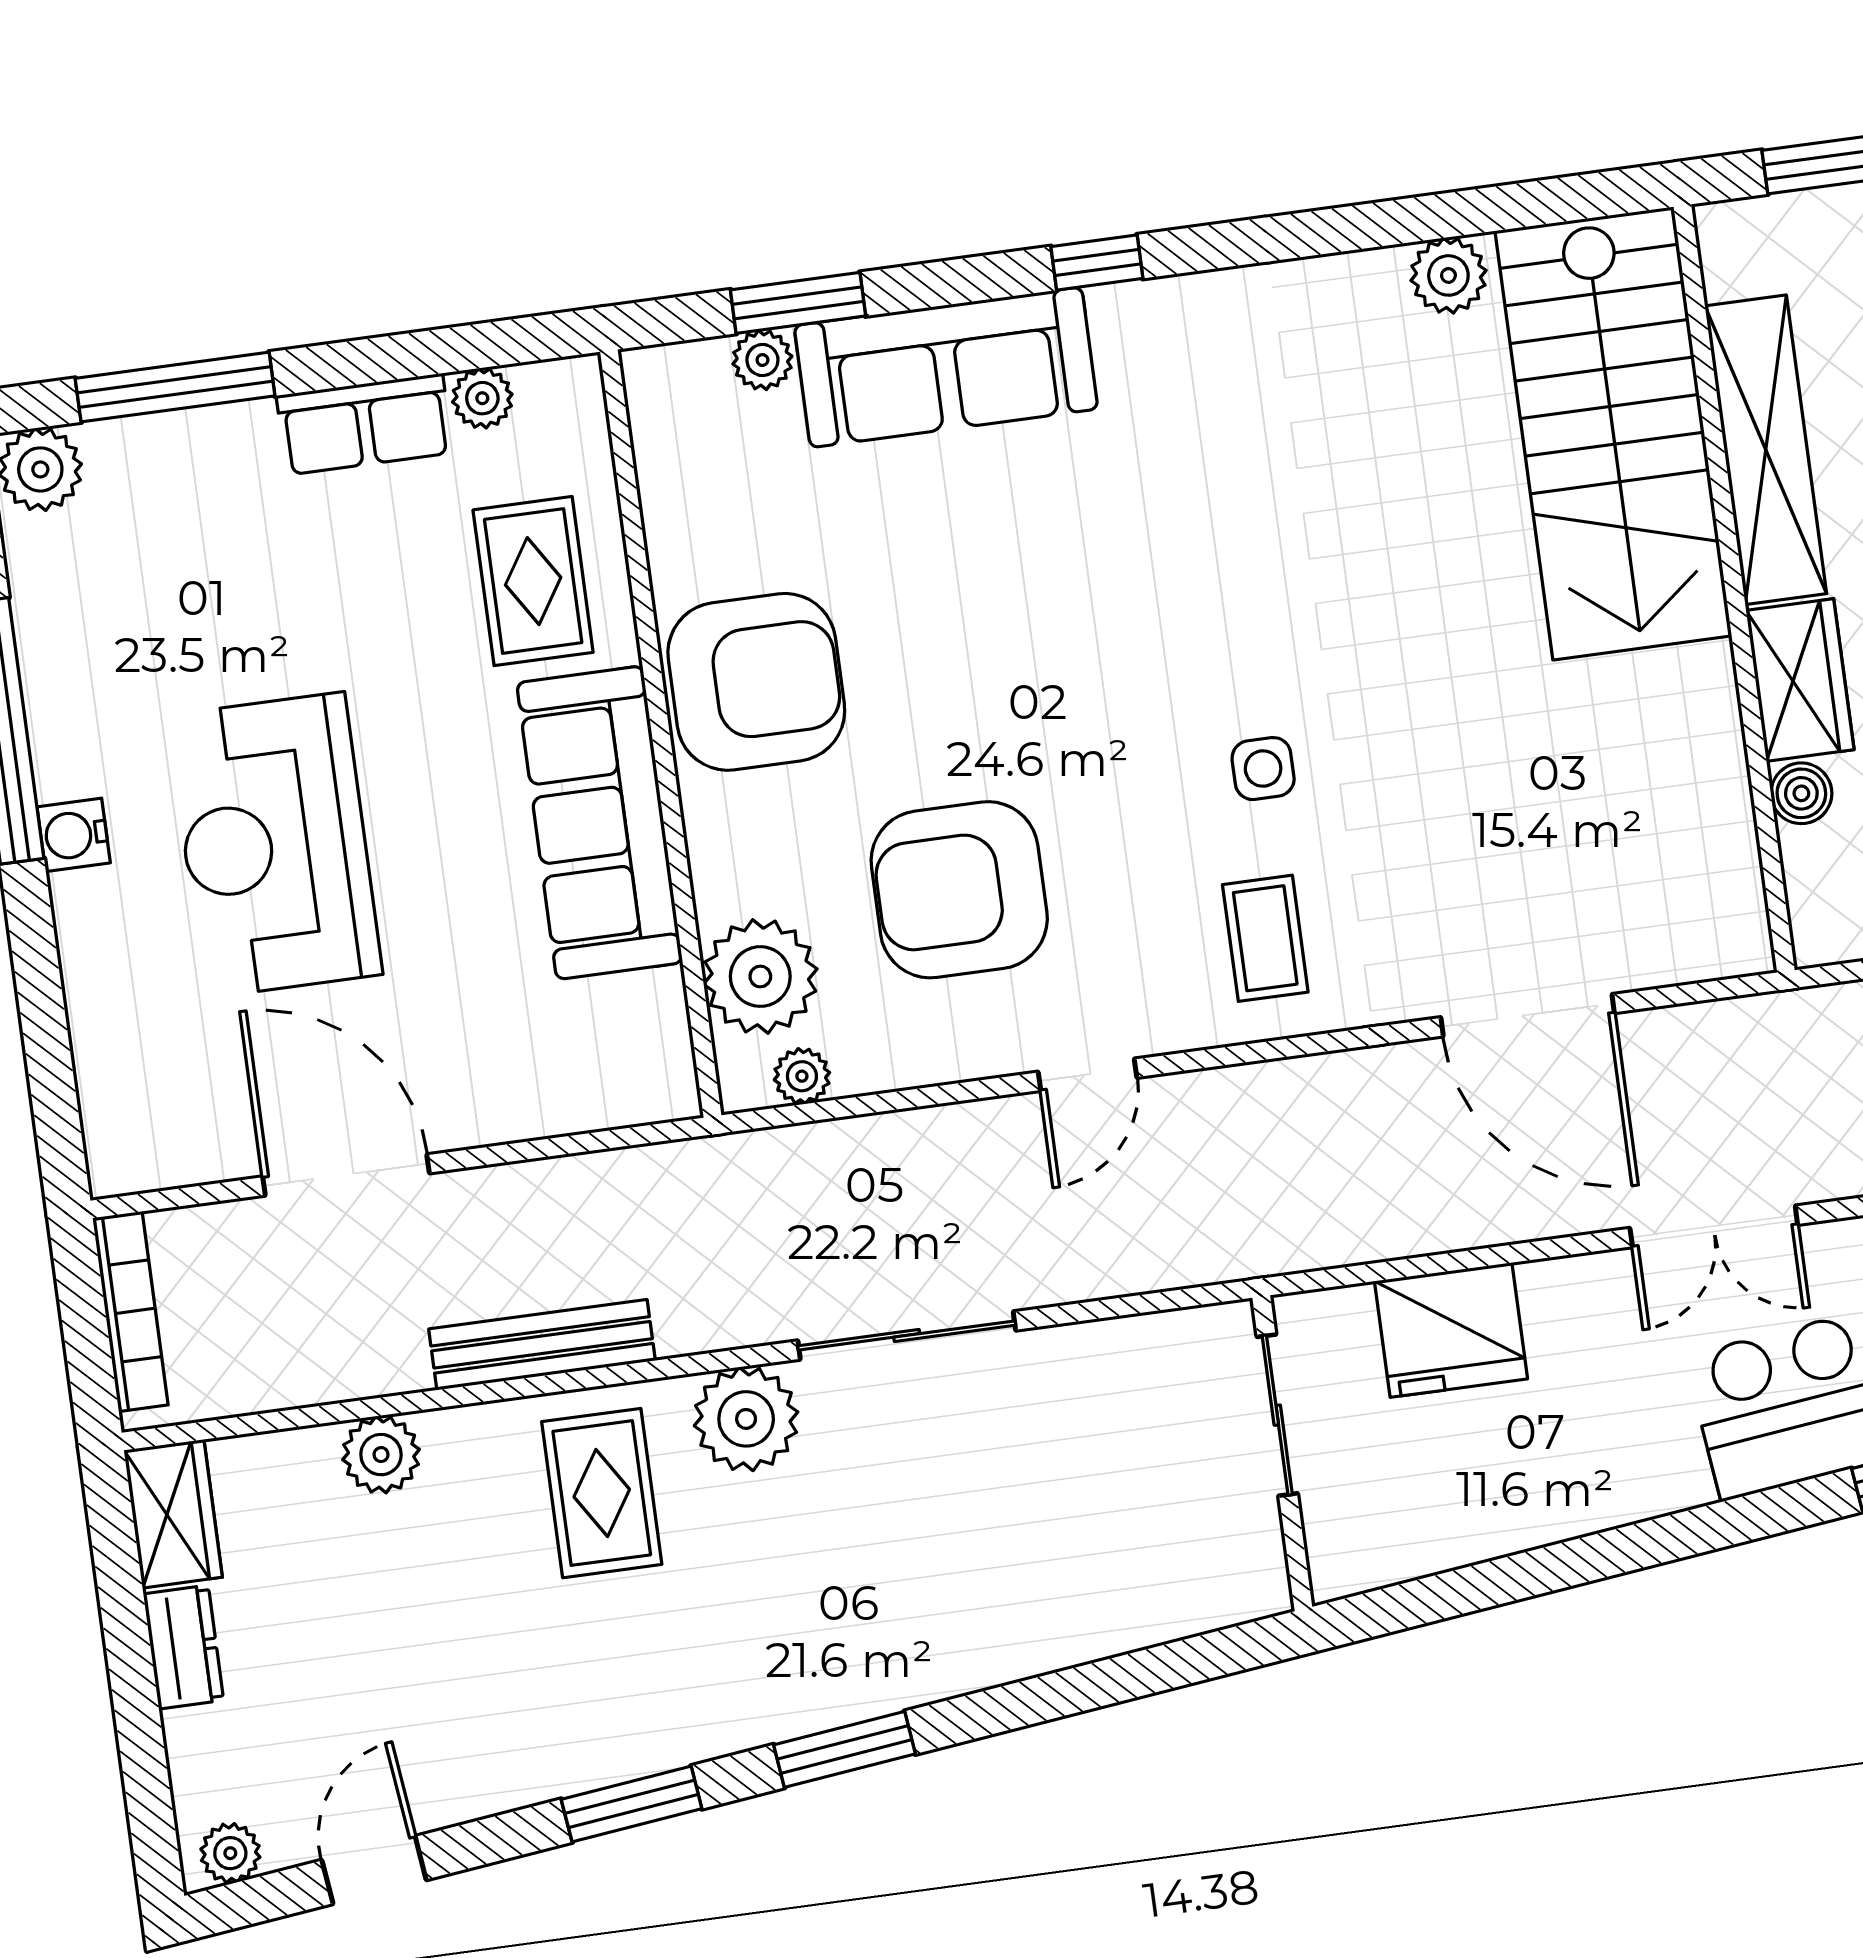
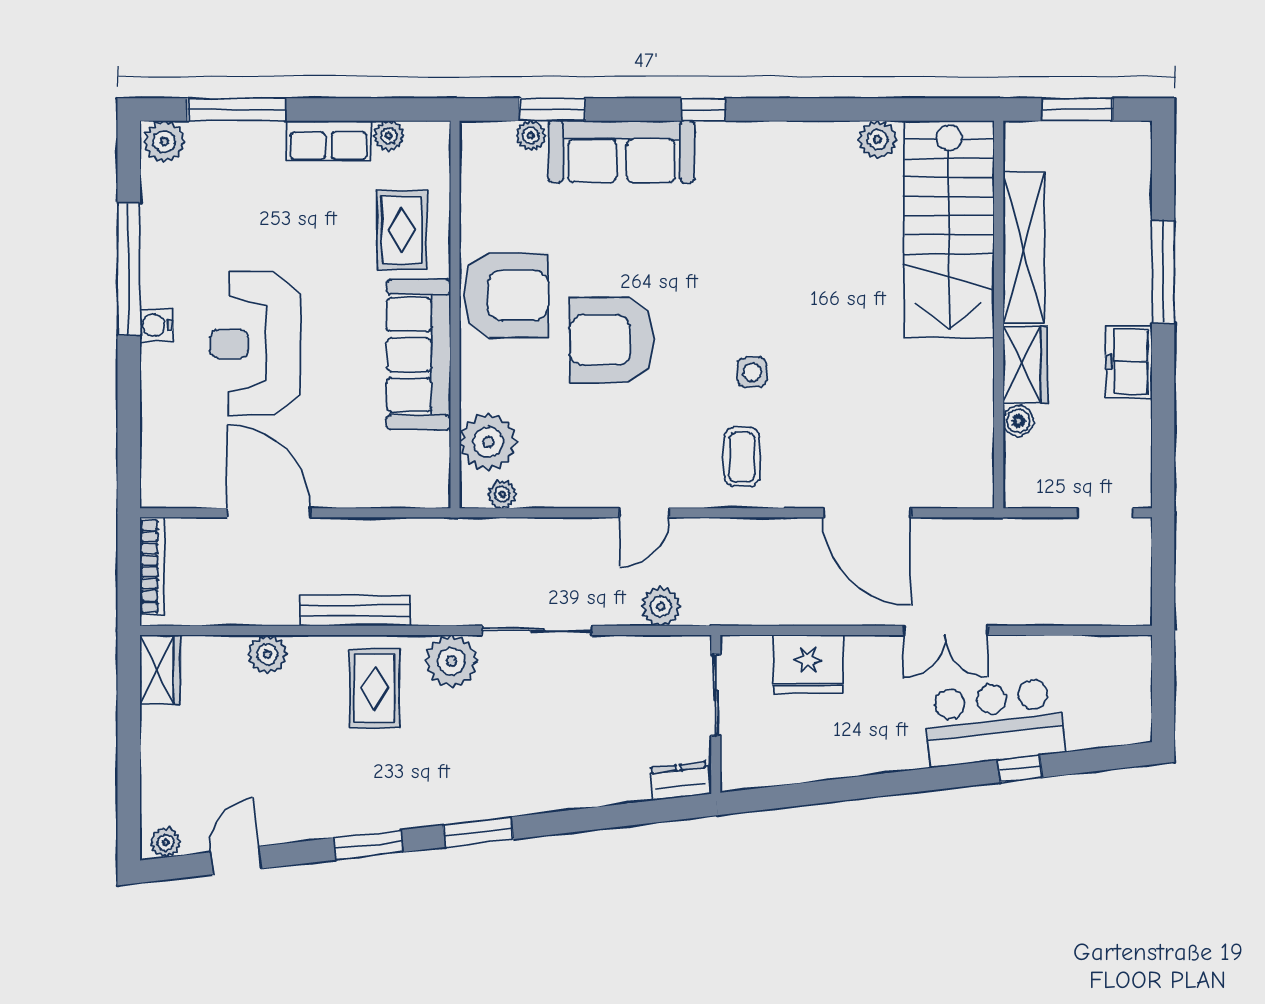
armchair: (959, 890) -> (612, 340), moved
plant: (1145, 1255) -> (661, 606), added
dresser: (184, 1647) -> (680, 781), moved, turned -97

